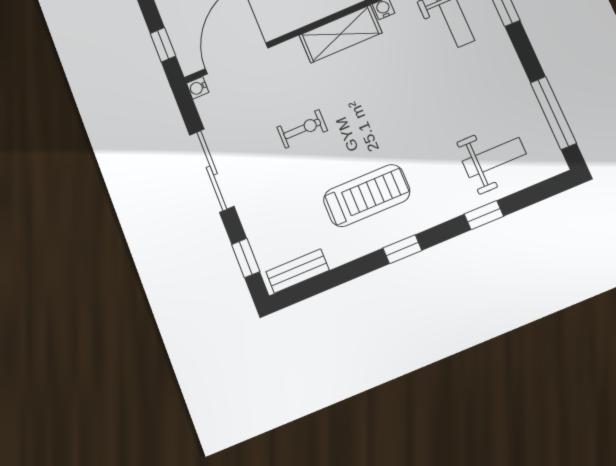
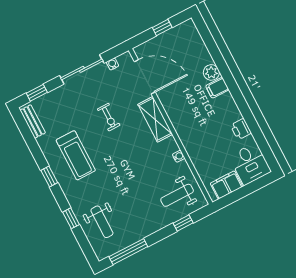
shelving: (340, 34) -> (155, 119), moved
window: (163, 45) -> (162, 27), moved
water cooler: (198, 88) -> (112, 64), moved

